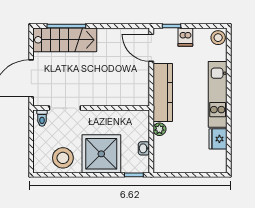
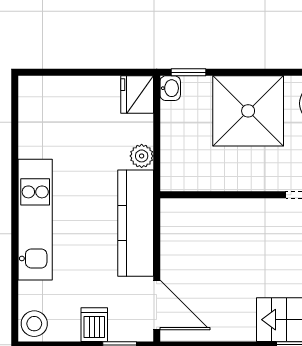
fridge: (218, 139) -> (137, 94), moved, turned 180
washbasin: (144, 148) -> (170, 88), moved

